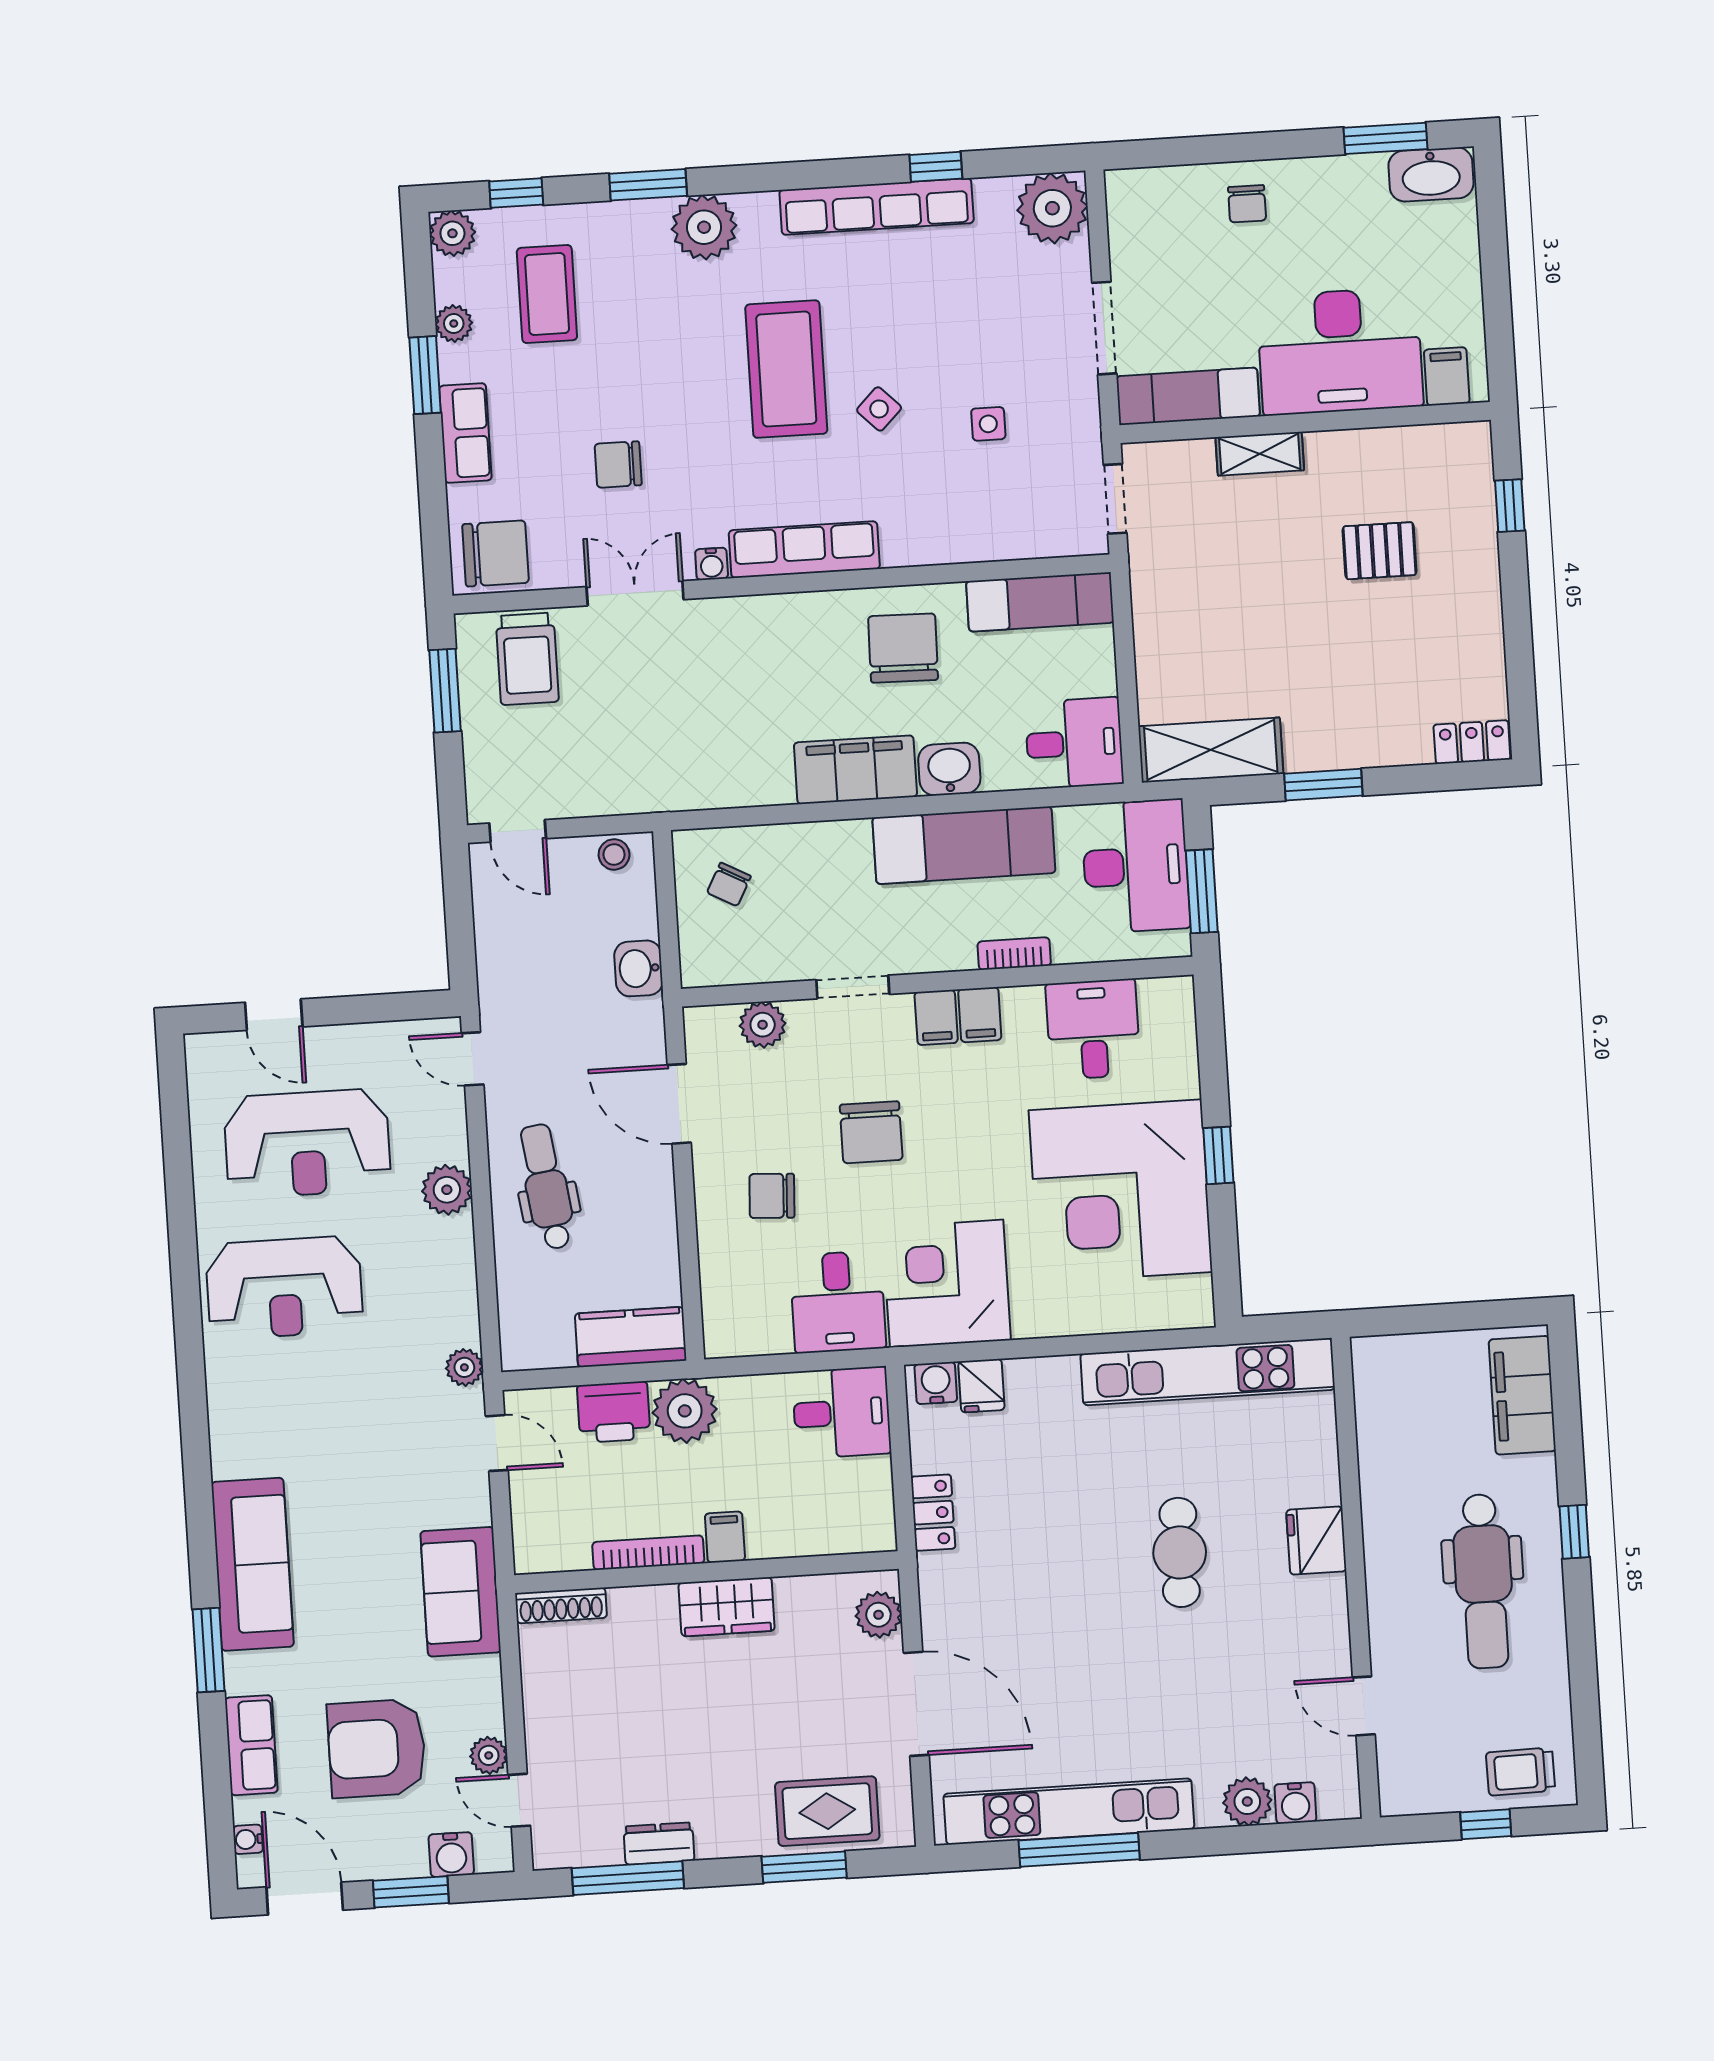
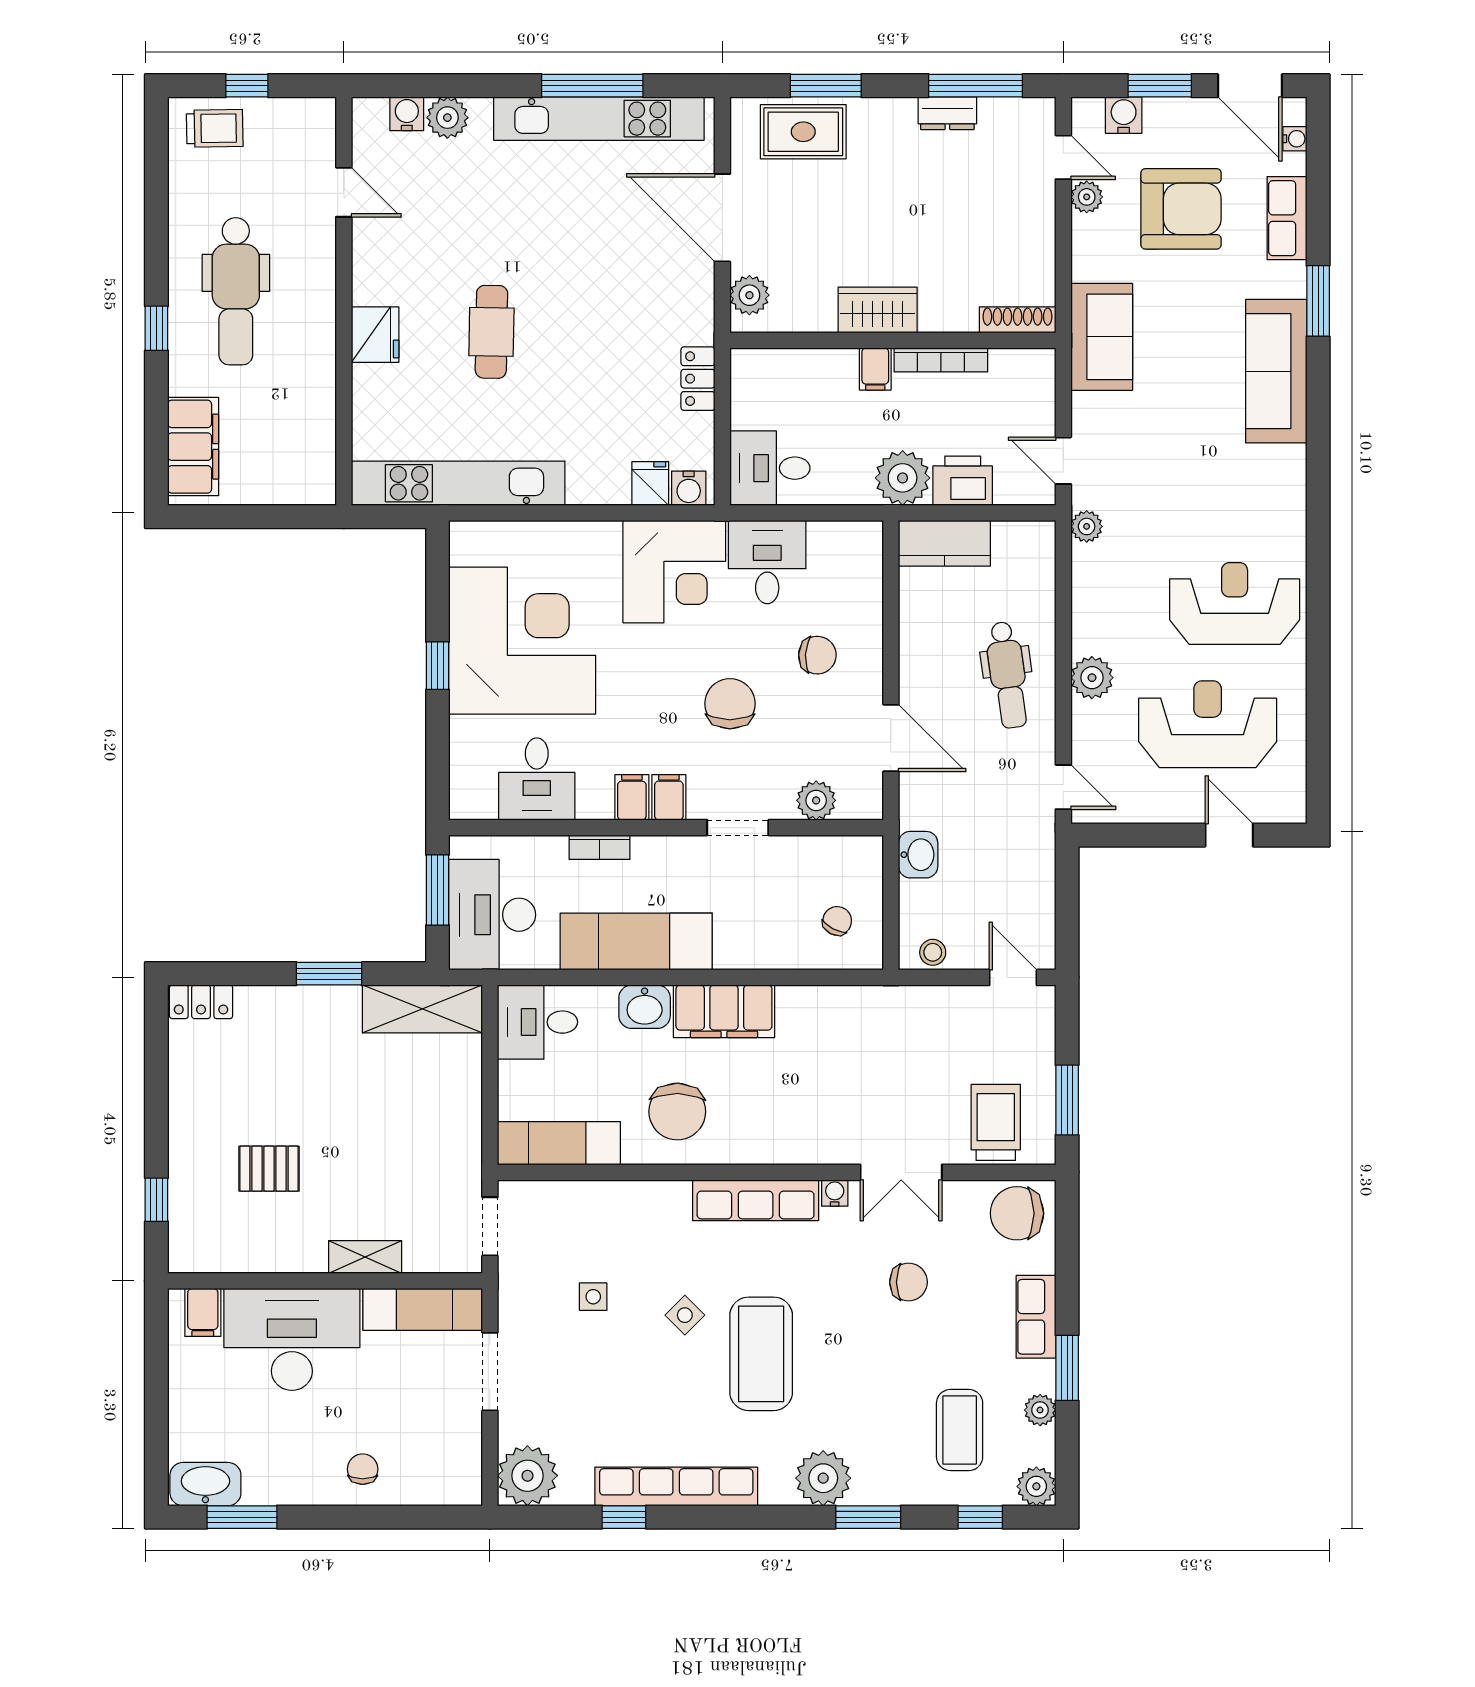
dental chair: (1484, 1581) -> (236, 291), turned 180

